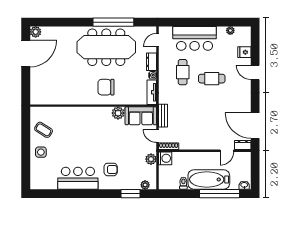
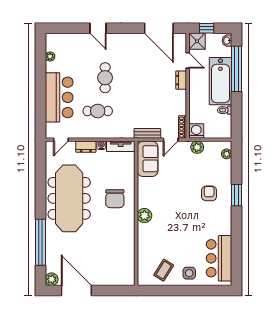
window: (113, 22) -> (40, 242), moved
door: (158, 40) -> (61, 140), hinge flipped
fridge: (244, 52) -> (75, 40), removed
door: (255, 72) -> (98, 28), hinge flipped
plant: (118, 113) -> (144, 216), moved
door: (255, 126) -> (159, 28), hinge flipped
dresser: (243, 145) -> (181, 80), moved
shower: (244, 159) -> (197, 41), added
window: (255, 167) -> (207, 28), added
bar counter: (78, 178) -> (219, 258), moved
window: (131, 194) -> (237, 195), moved

